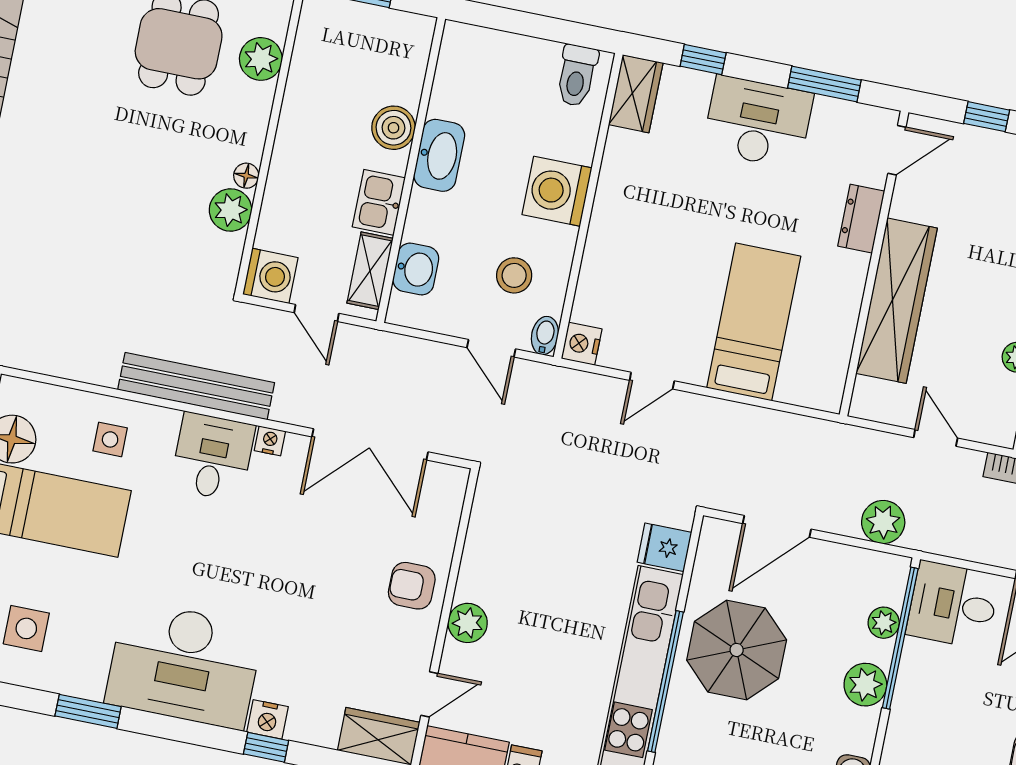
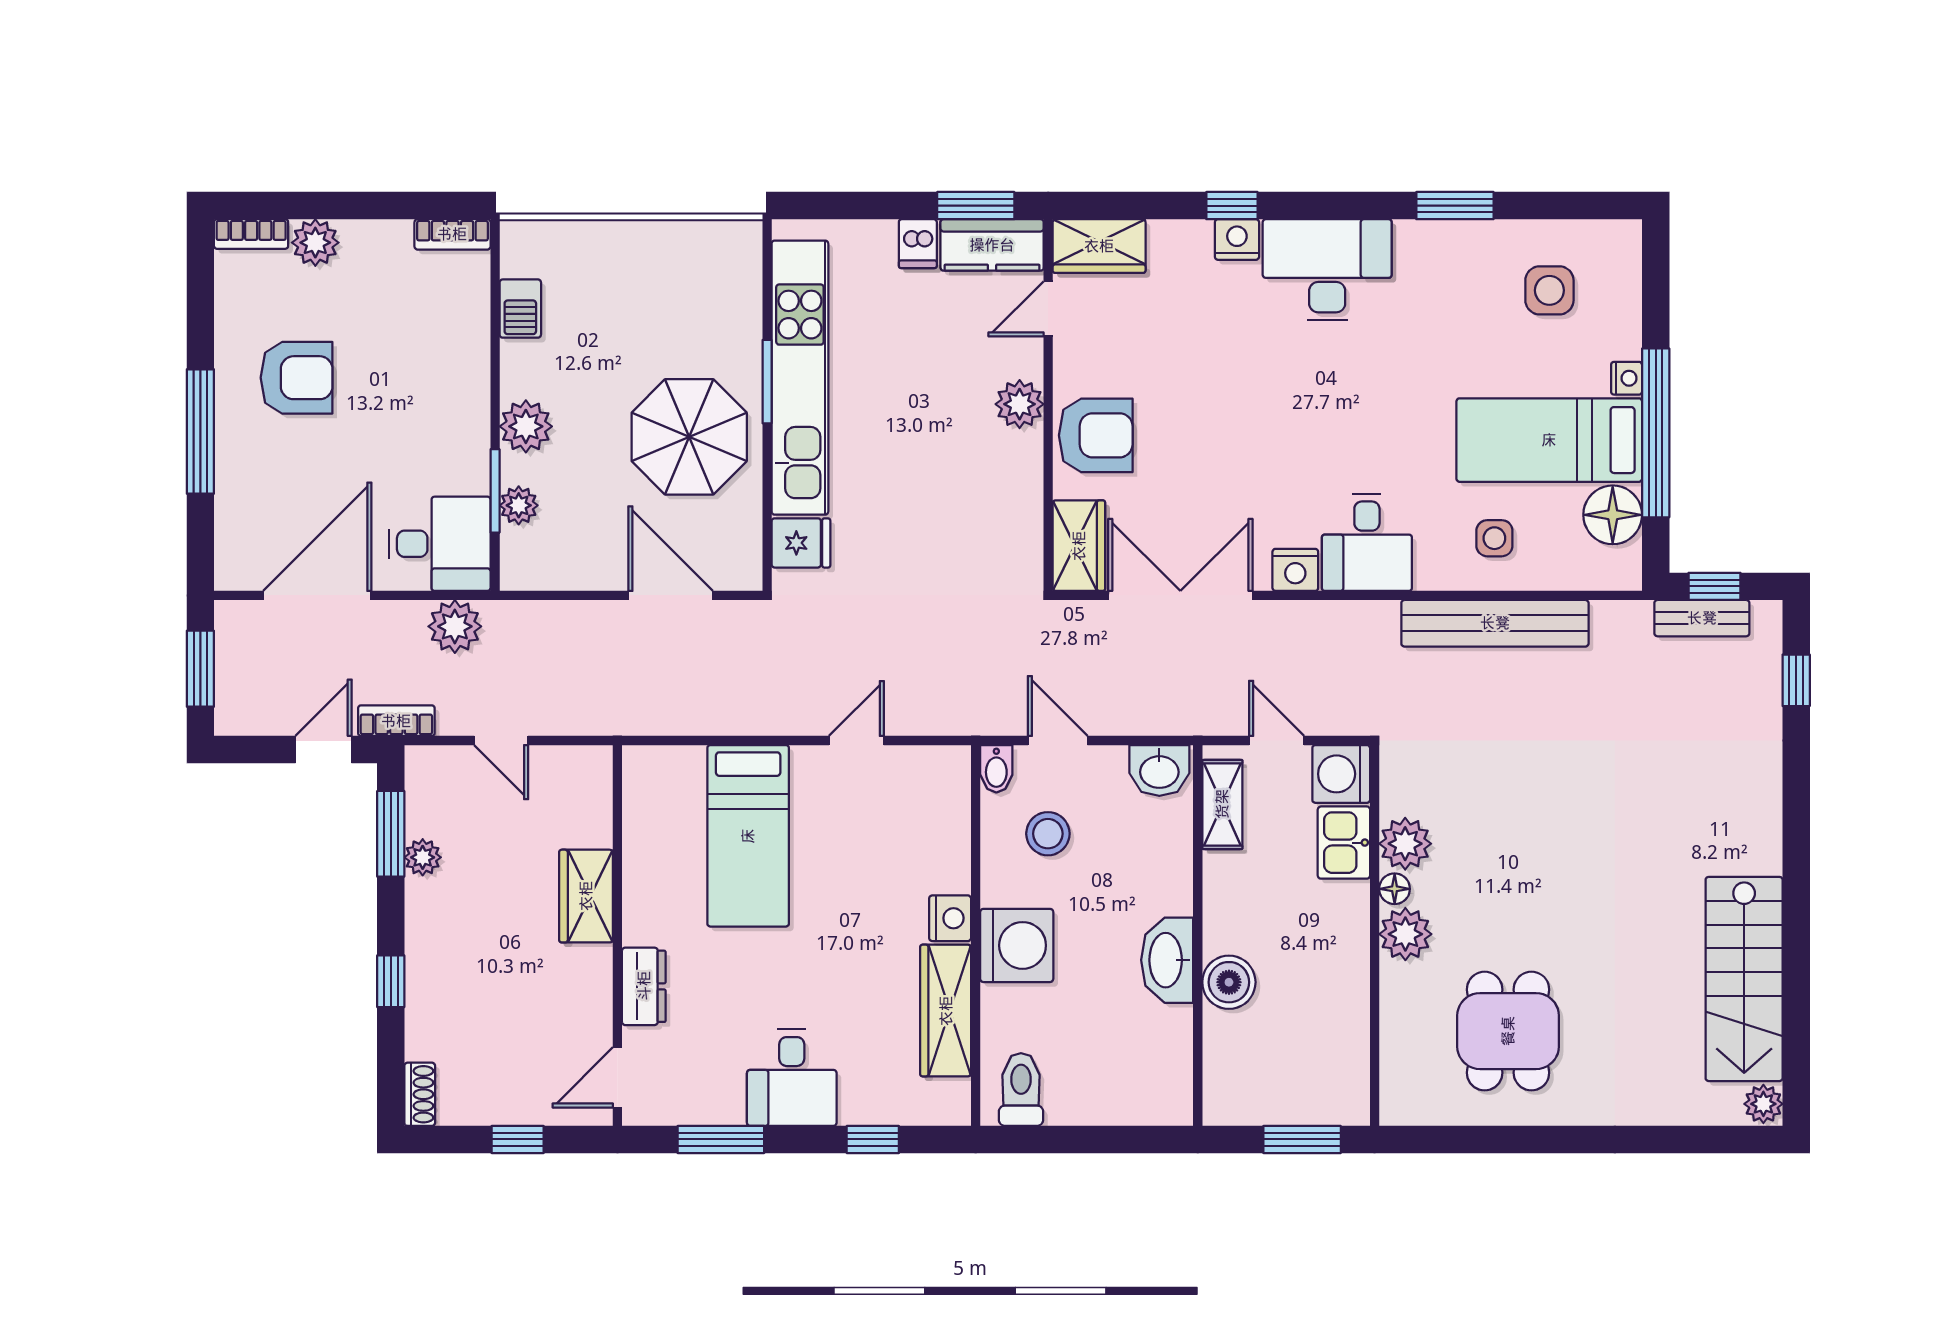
plant: (261, 59) -> (1405, 934), moved
wardrobe: (636, 94) -> (946, 1011), moved, width x1.50
desk: (758, 122) -> (792, 1078), width x0.73
kitchen sink: (379, 202) -> (1344, 843), moved, turned 180
washbasin: (416, 269) -> (1159, 770), moved, turned -90
wardrobe: (897, 301) -> (586, 896), width x0.48, depth x0.85
nightstand: (582, 344) -> (950, 918), moved
bench: (196, 386) -> (1495, 623), moved
nightstand: (270, 441) -> (1295, 570), width x1.39, depth x1.35
wardrobe: (443, 500) -> (1079, 546), added
plant: (883, 522) -> (455, 626), moved
door: (777, 526) -> (671, 595), hinge flipped
armchair: (412, 586) -> (1096, 435), width x1.38, depth x1.38
window: (900, 638) -> (495, 491), width x0.47
desk: (184, 665) -> (1327, 270), width x0.73, depth x0.77
window: (666, 682) -> (767, 382), width x0.47

